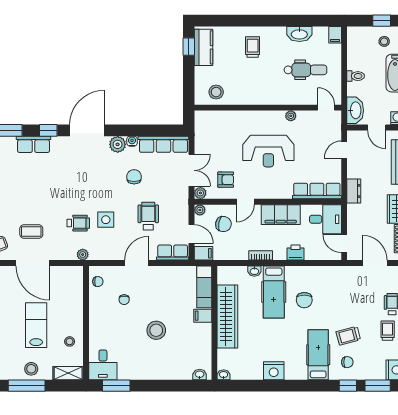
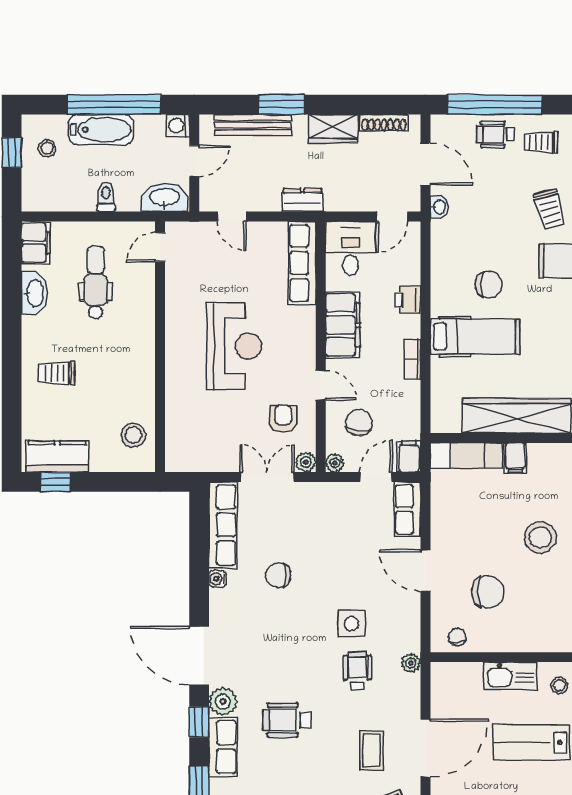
filing cabinet: (335, 35) -> (36, 243), width x2.00
plant: (291, 116) -> (174, 308), removed
plant: (118, 144) -> (223, 702), moved
wheelchair: (148, 216) -> (286, 720), moved
door: (375, 263) -> (425, 164), swing flipped
washbasin: (254, 271) -> (439, 207), moved
chair: (124, 300) -> (488, 592), width x1.87, depth x1.87
kitchen sink: (75, 313) -> (510, 676), added

